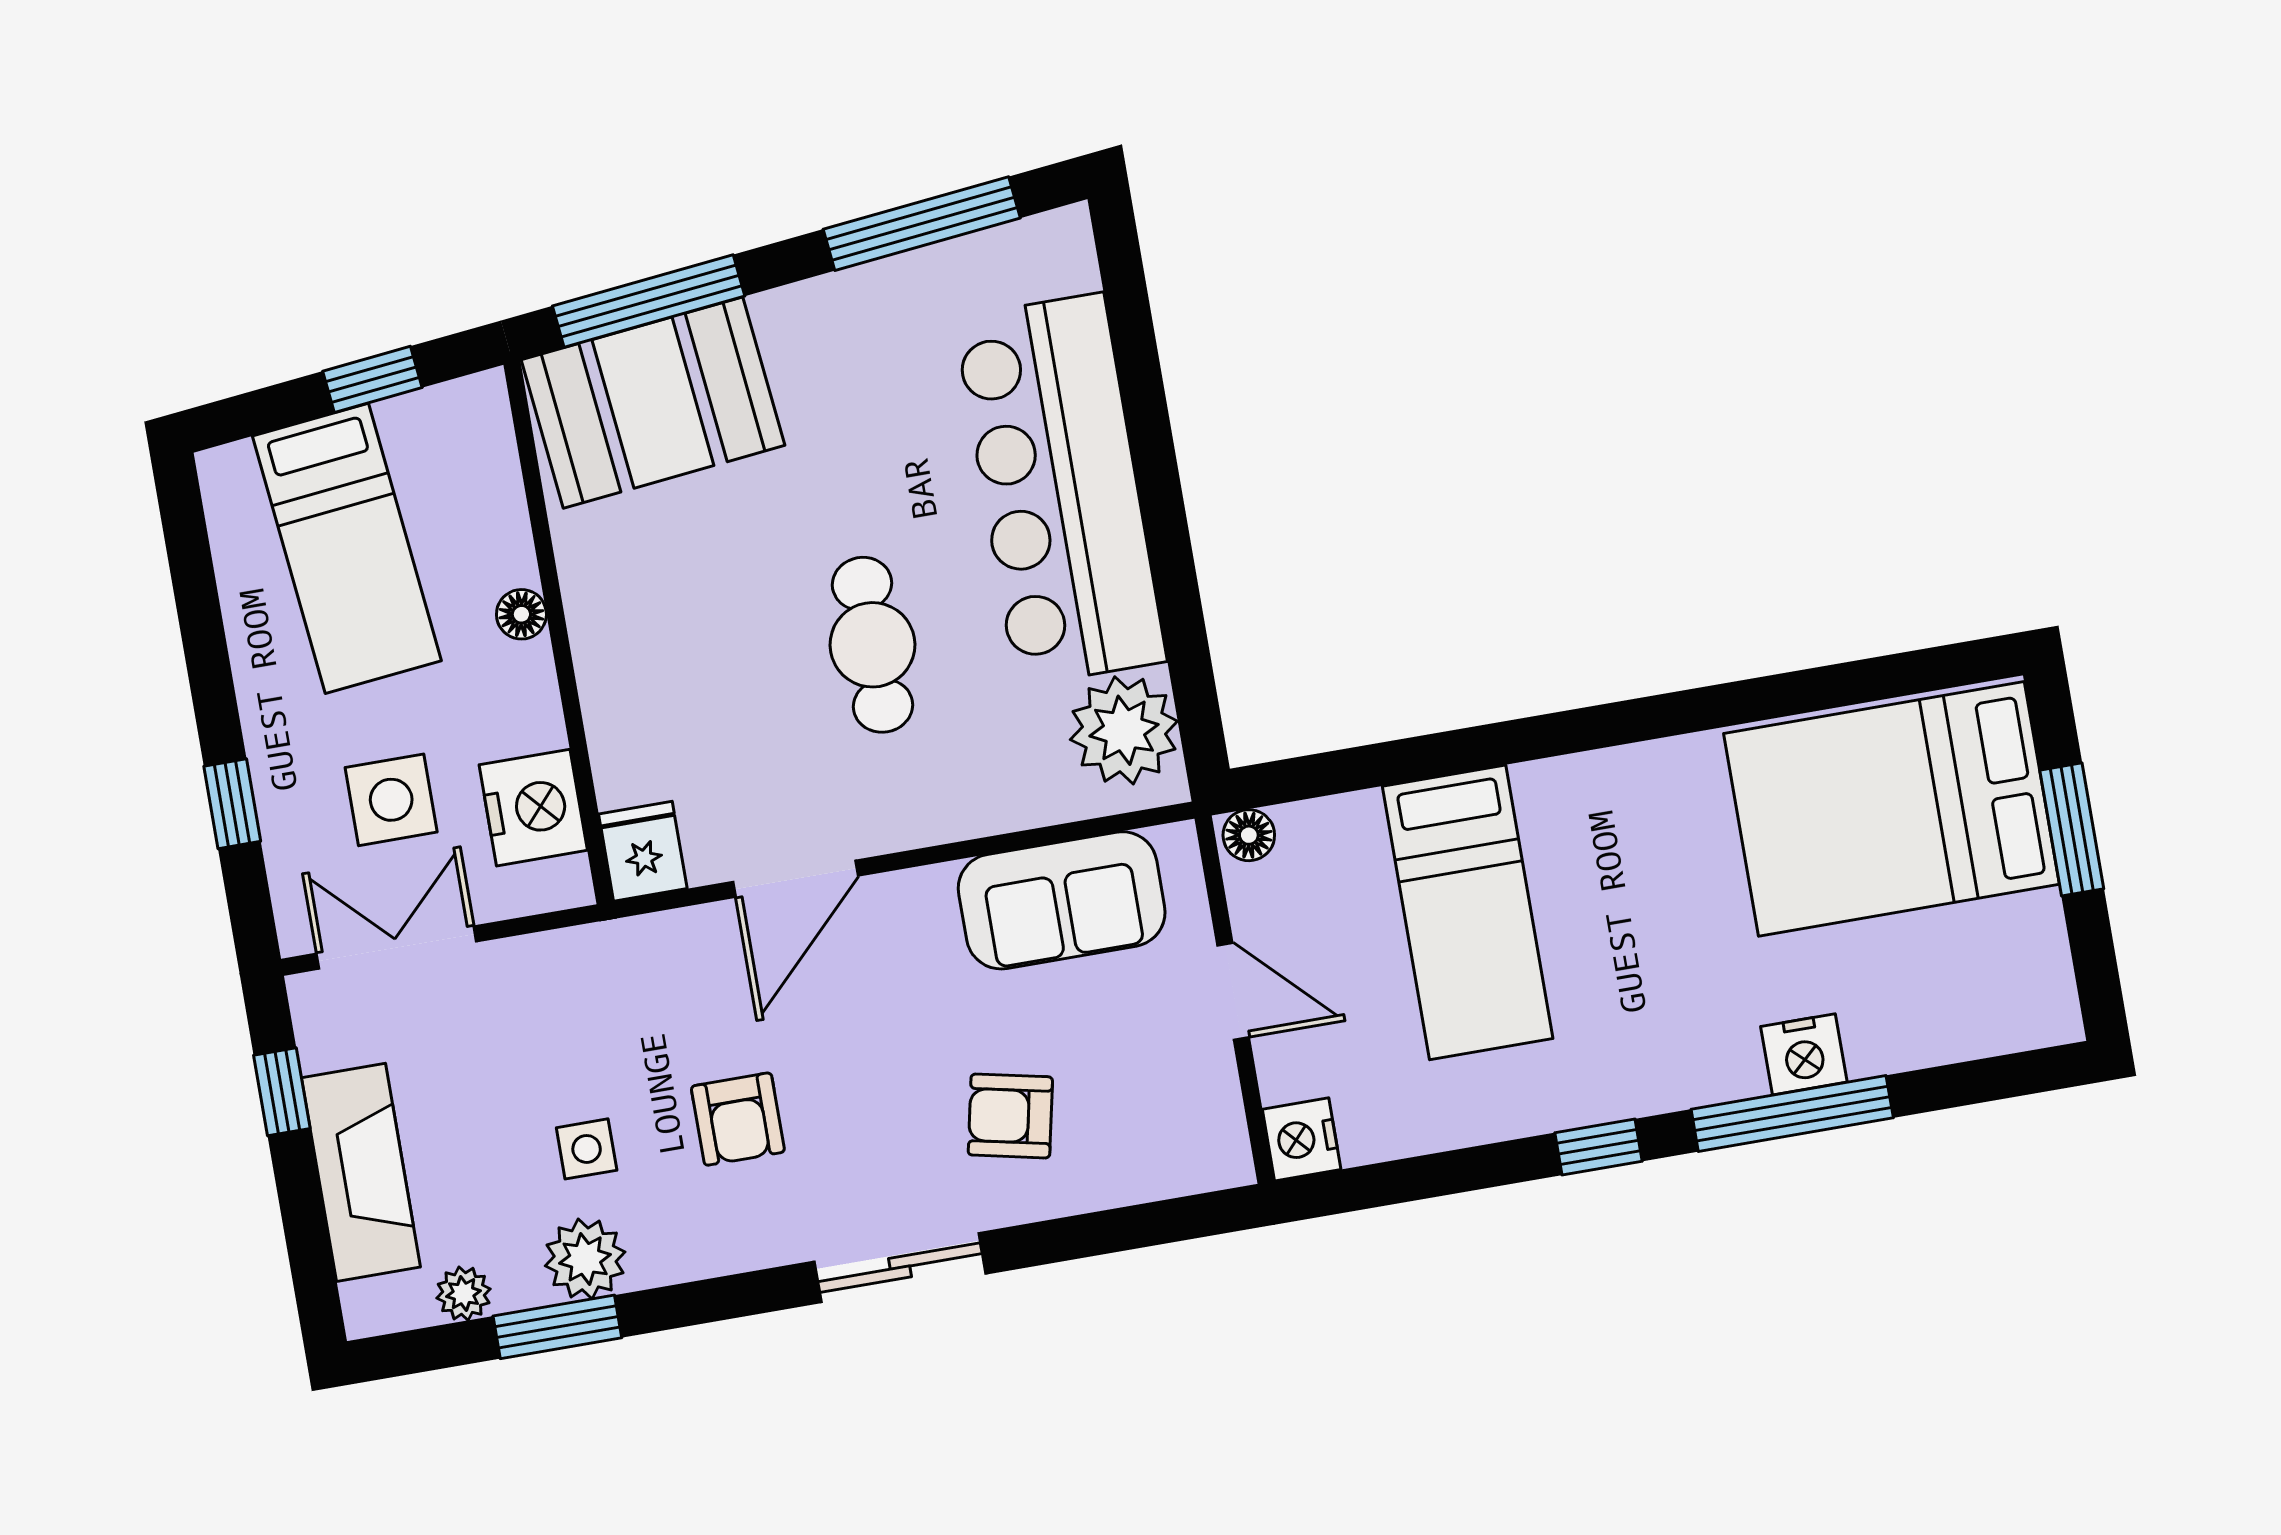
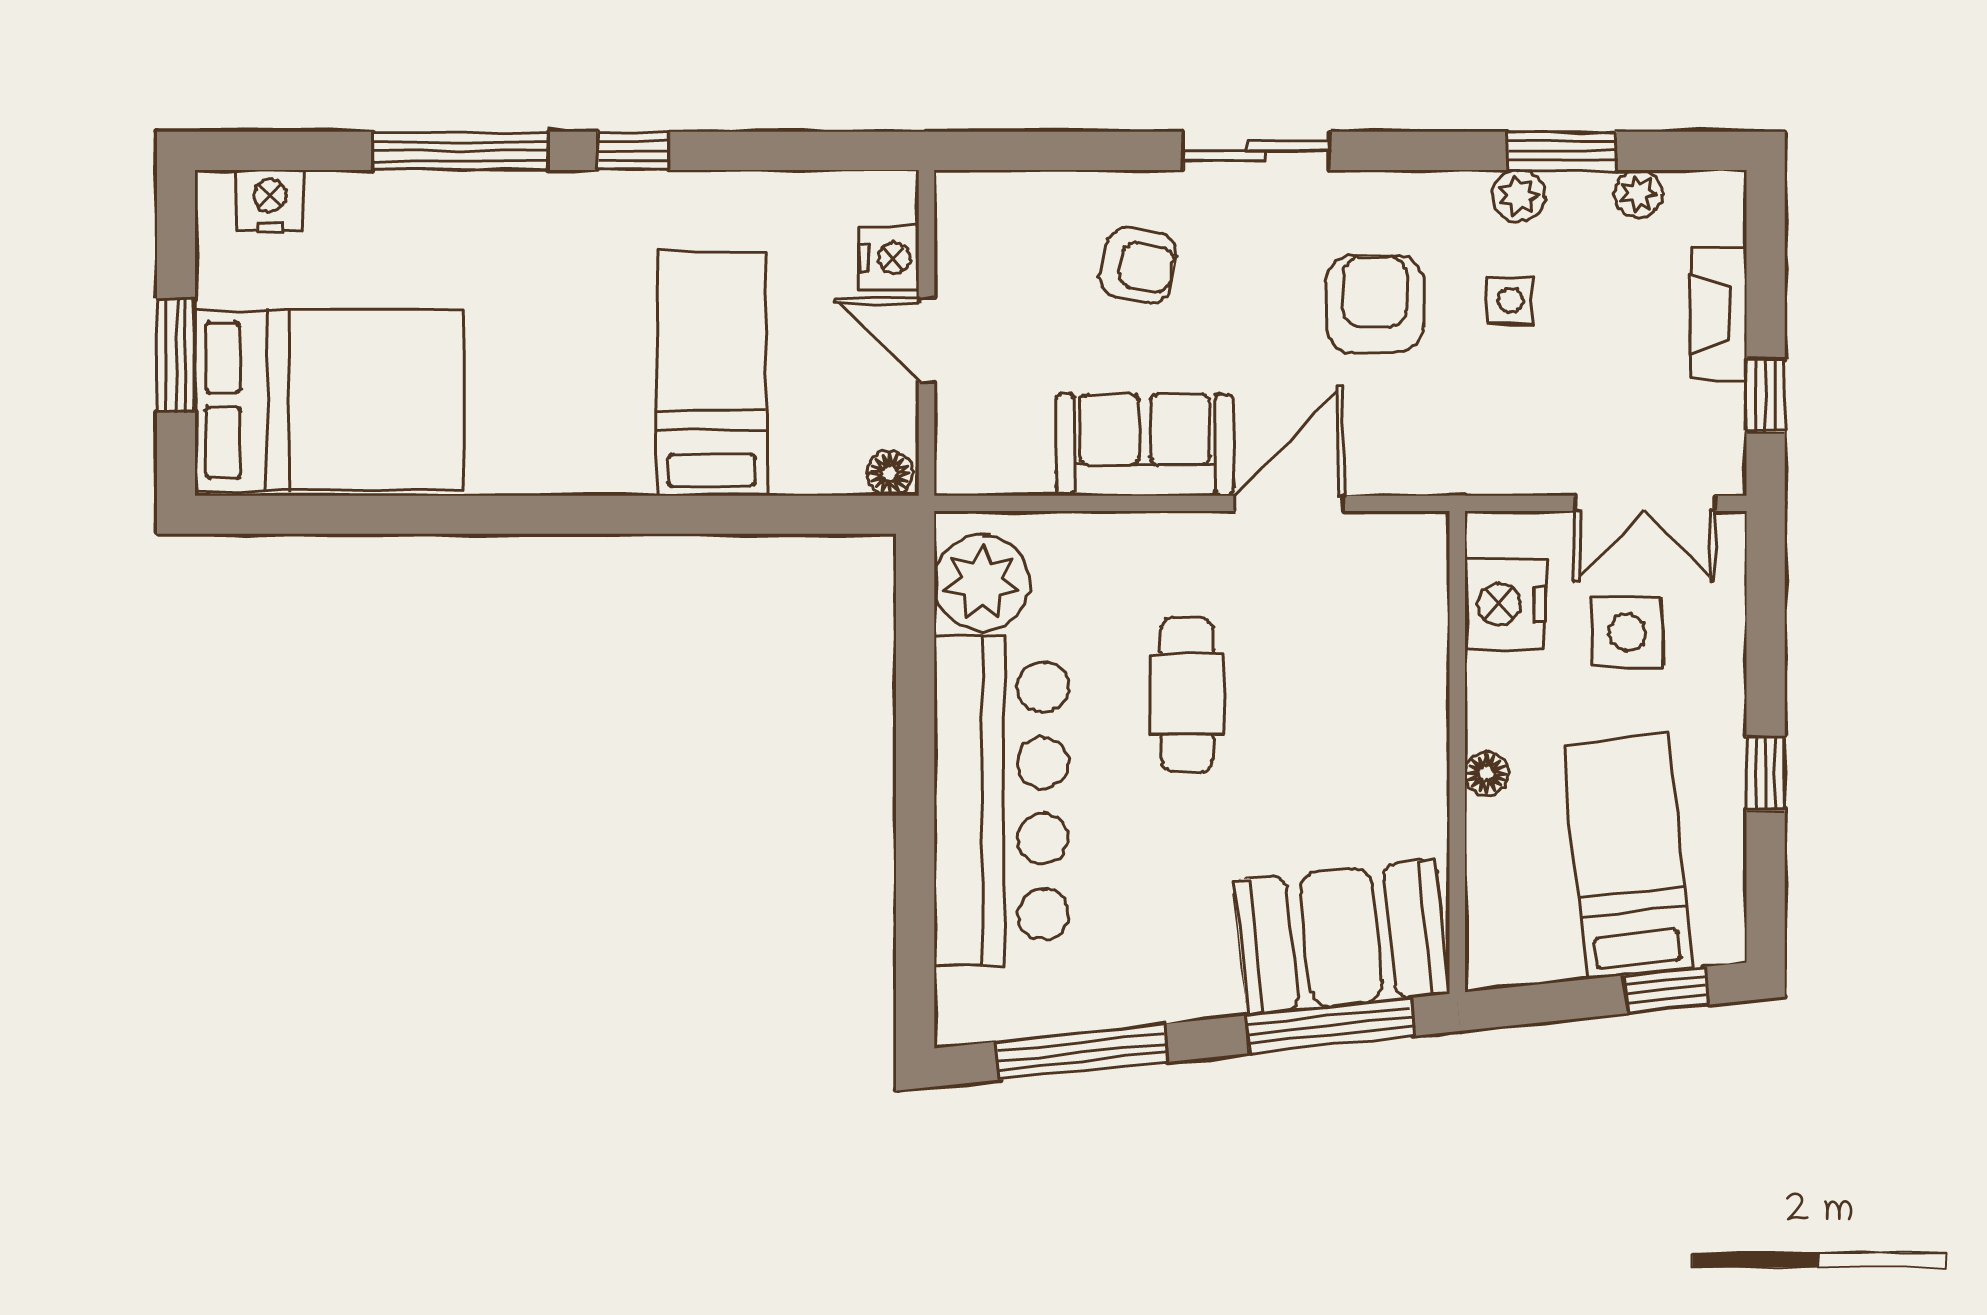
window: (372, 379) -> (1666, 990), moved
window: (232, 804) -> (1766, 773), moved
fridge: (643, 851) -> (1417, 550), removed
sofa: (1062, 900) -> (1145, 445), moved
nightstand: (1804, 1054) -> (270, 200), moved
armchair: (738, 1119) -> (1375, 304), width x1.38, depth x1.38
nightstand: (1302, 1139) -> (889, 258), moved
fireplace: (361, 1172) -> (1718, 314), width x0.73, depth x0.76
plant: (585, 1259) -> (1518, 196), width x0.73, depth x0.73

